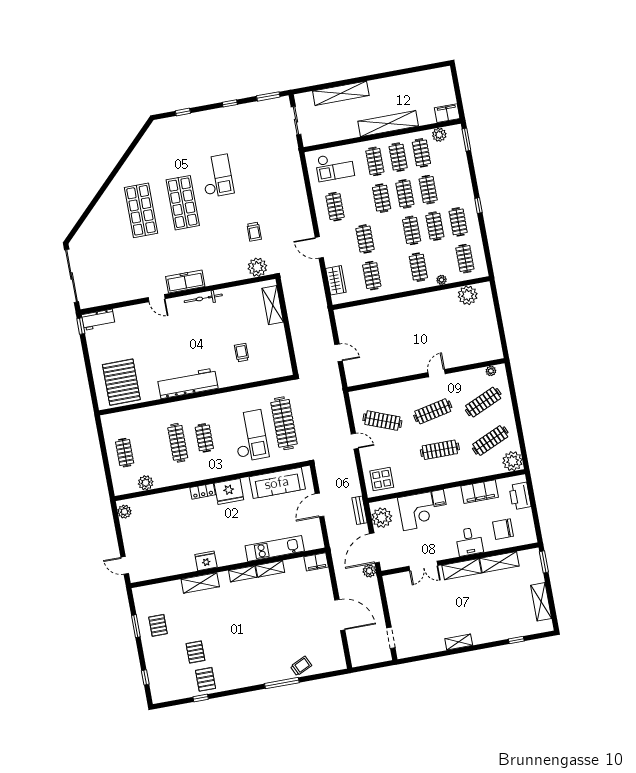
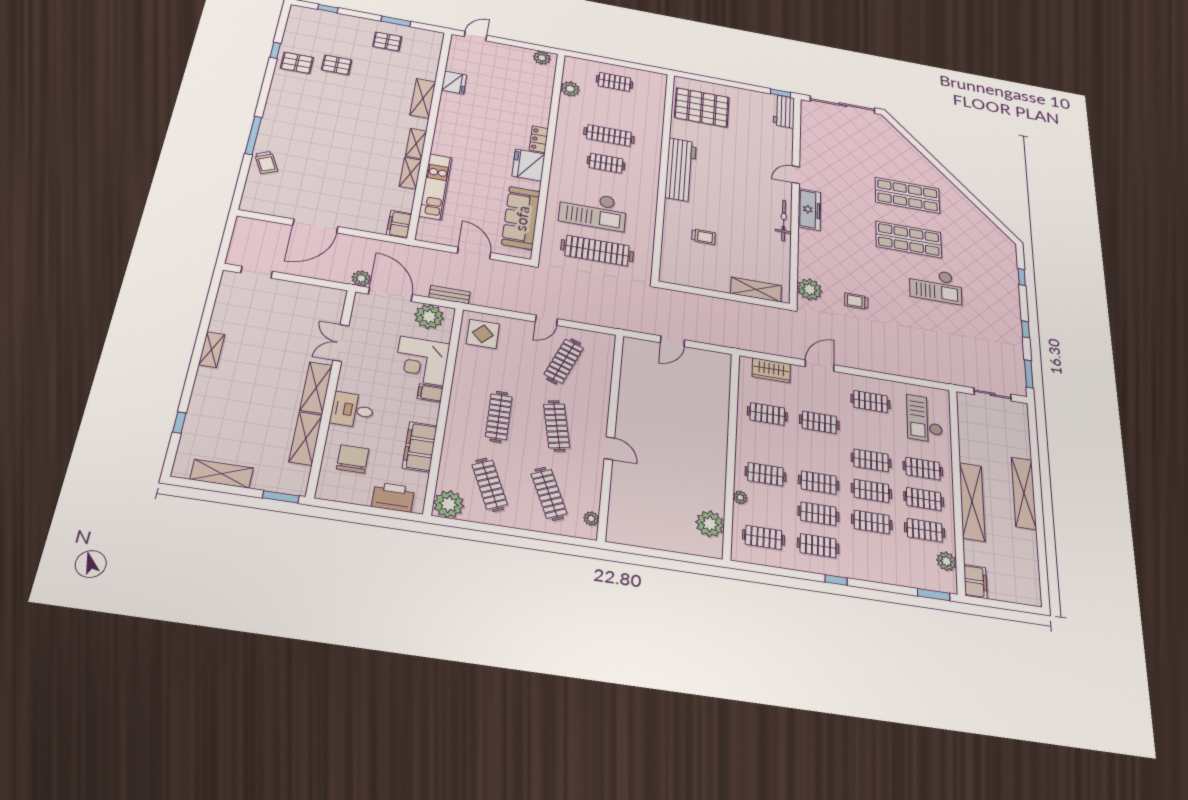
shelving: (341, 93) -> (1024, 493), moved
fridge: (206, 561) -> (454, 83), moved

